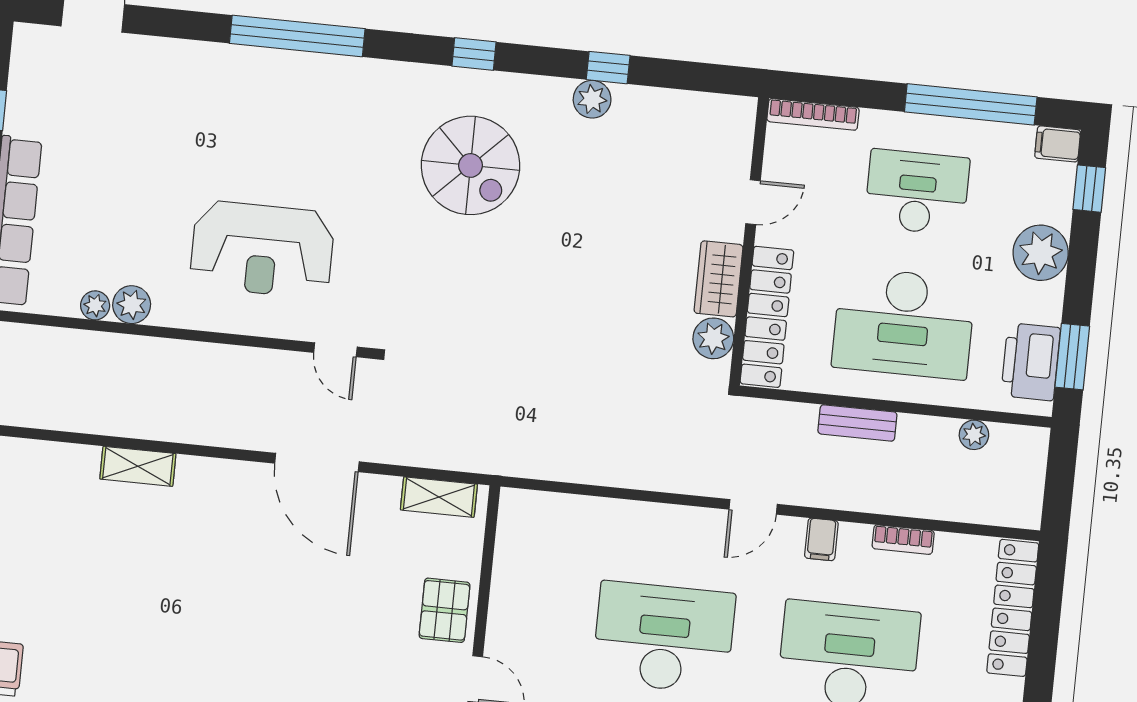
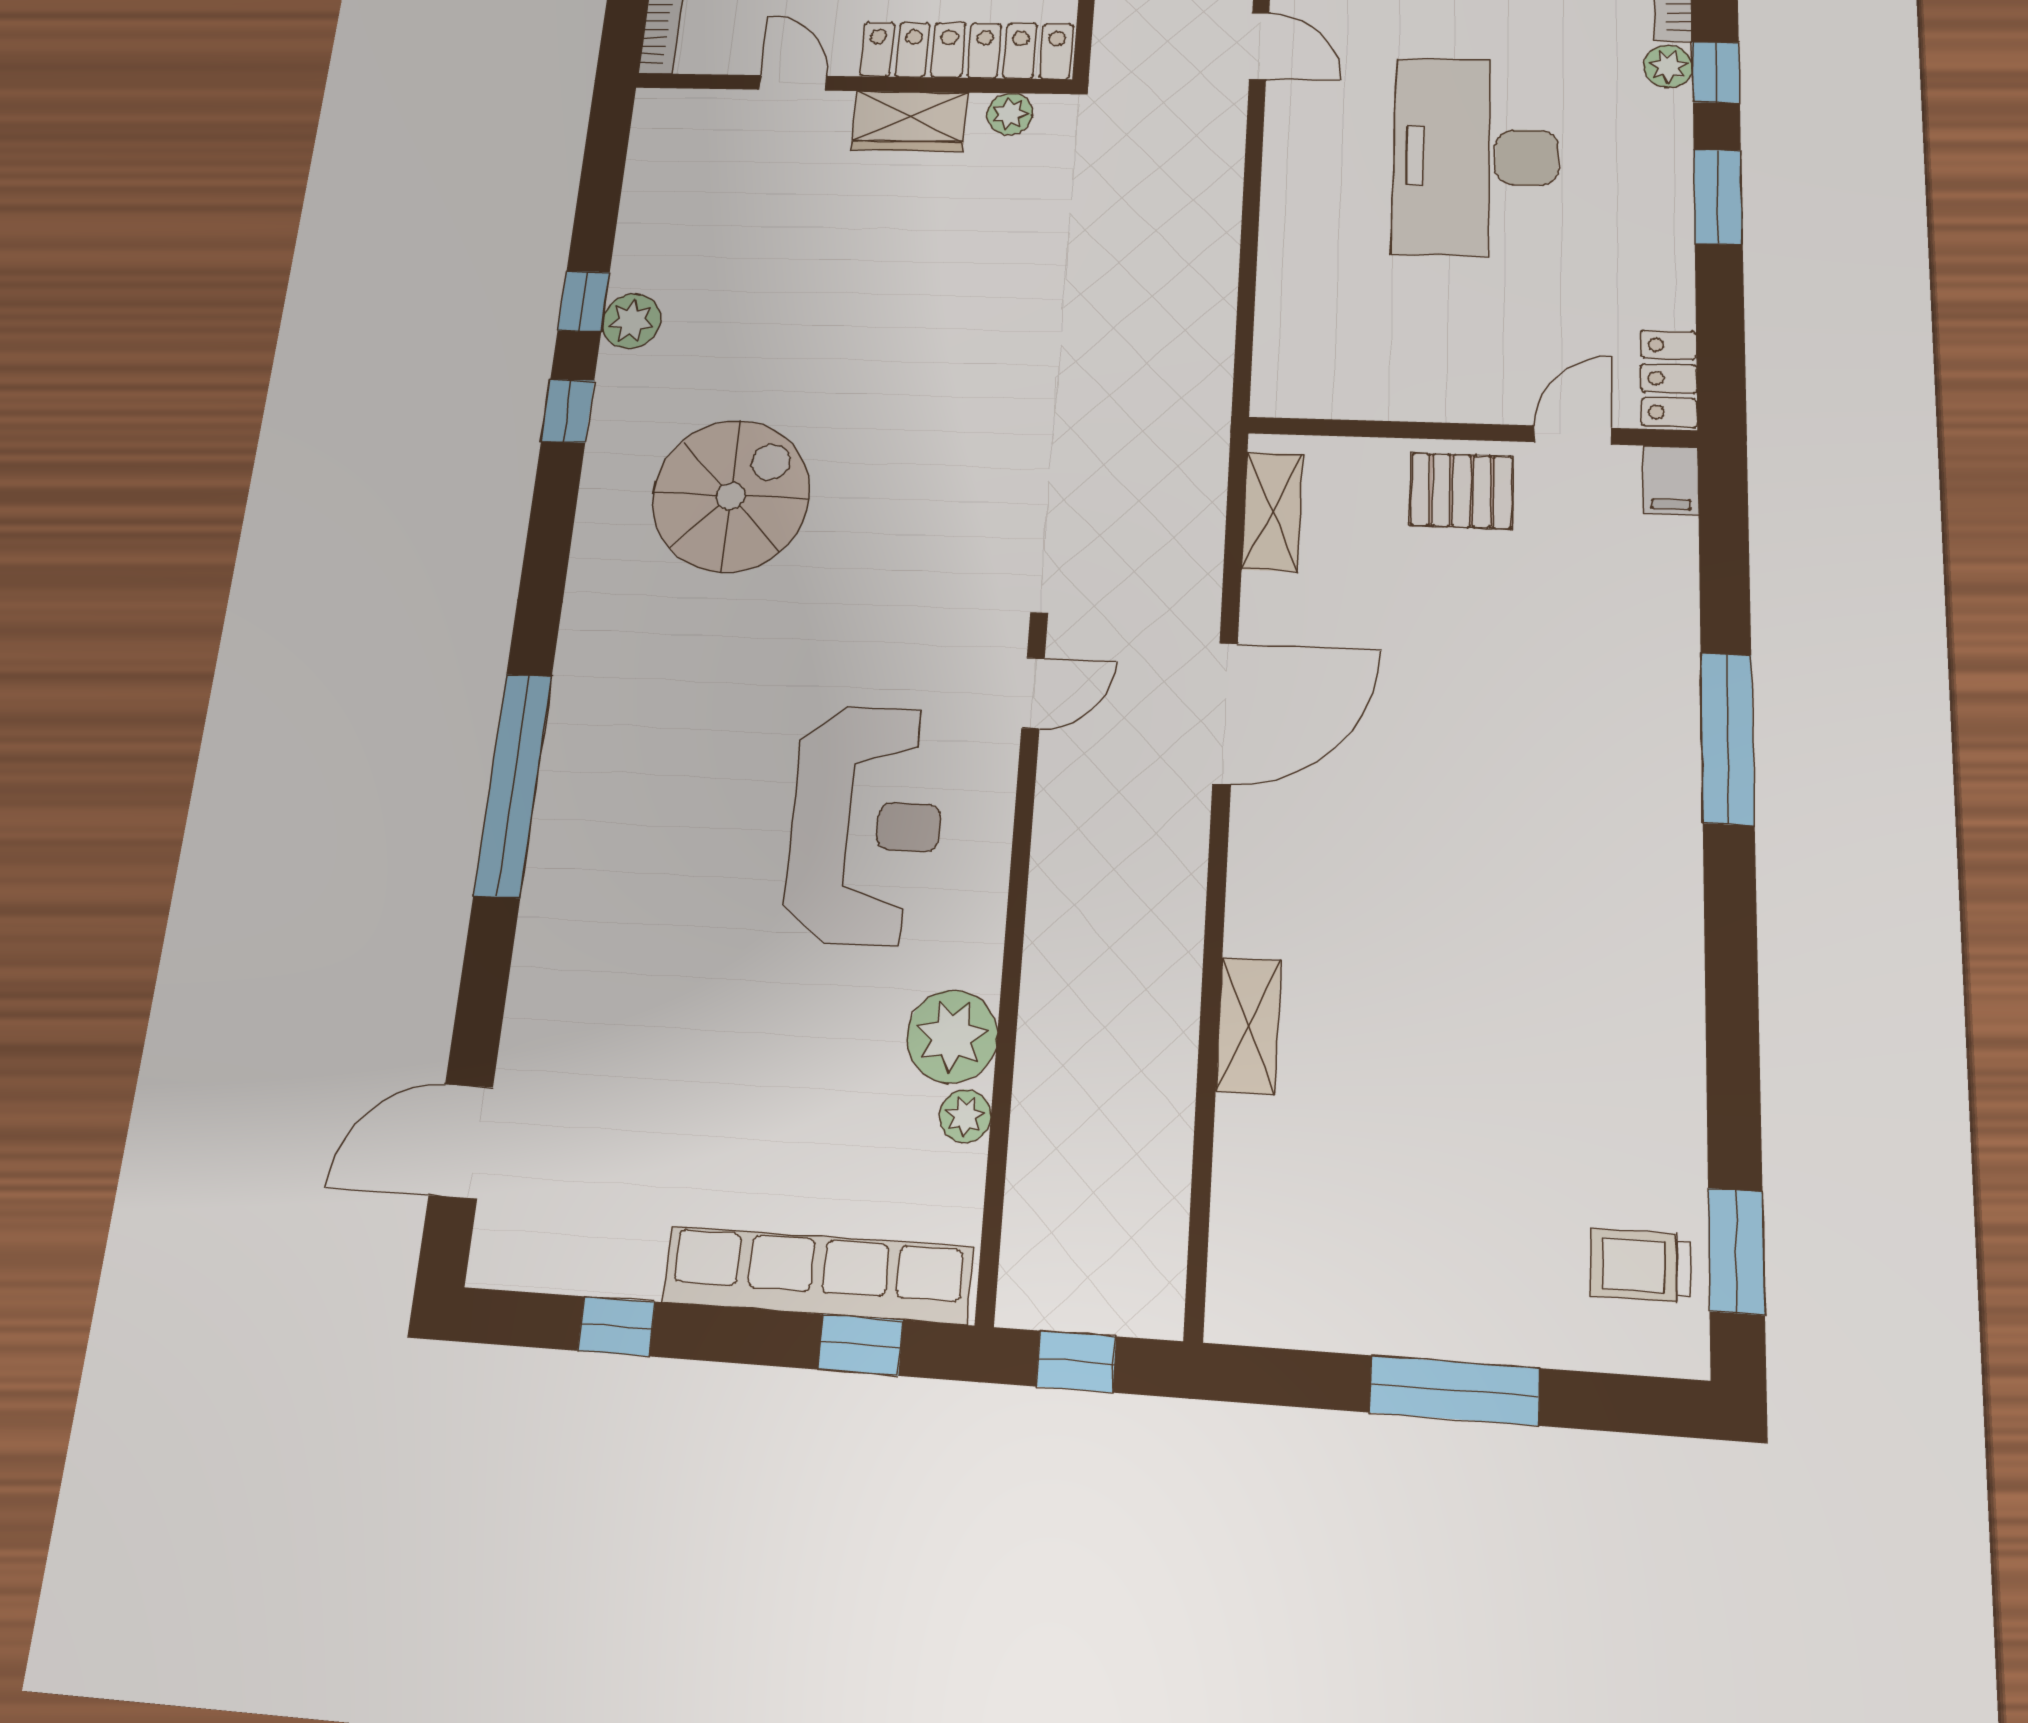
window: (474, 54) -> (568, 411), moved
plant: (132, 305) -> (952, 1036), width x1.36, depth x1.36
plant: (713, 338) -> (1010, 114), width x0.73, depth x0.73

